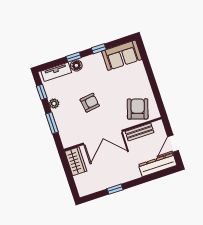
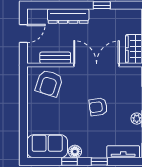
floor lamp: (76, 65) -> (75, 152), moved
dresser: (158, 165) -> (68, 16), moved

